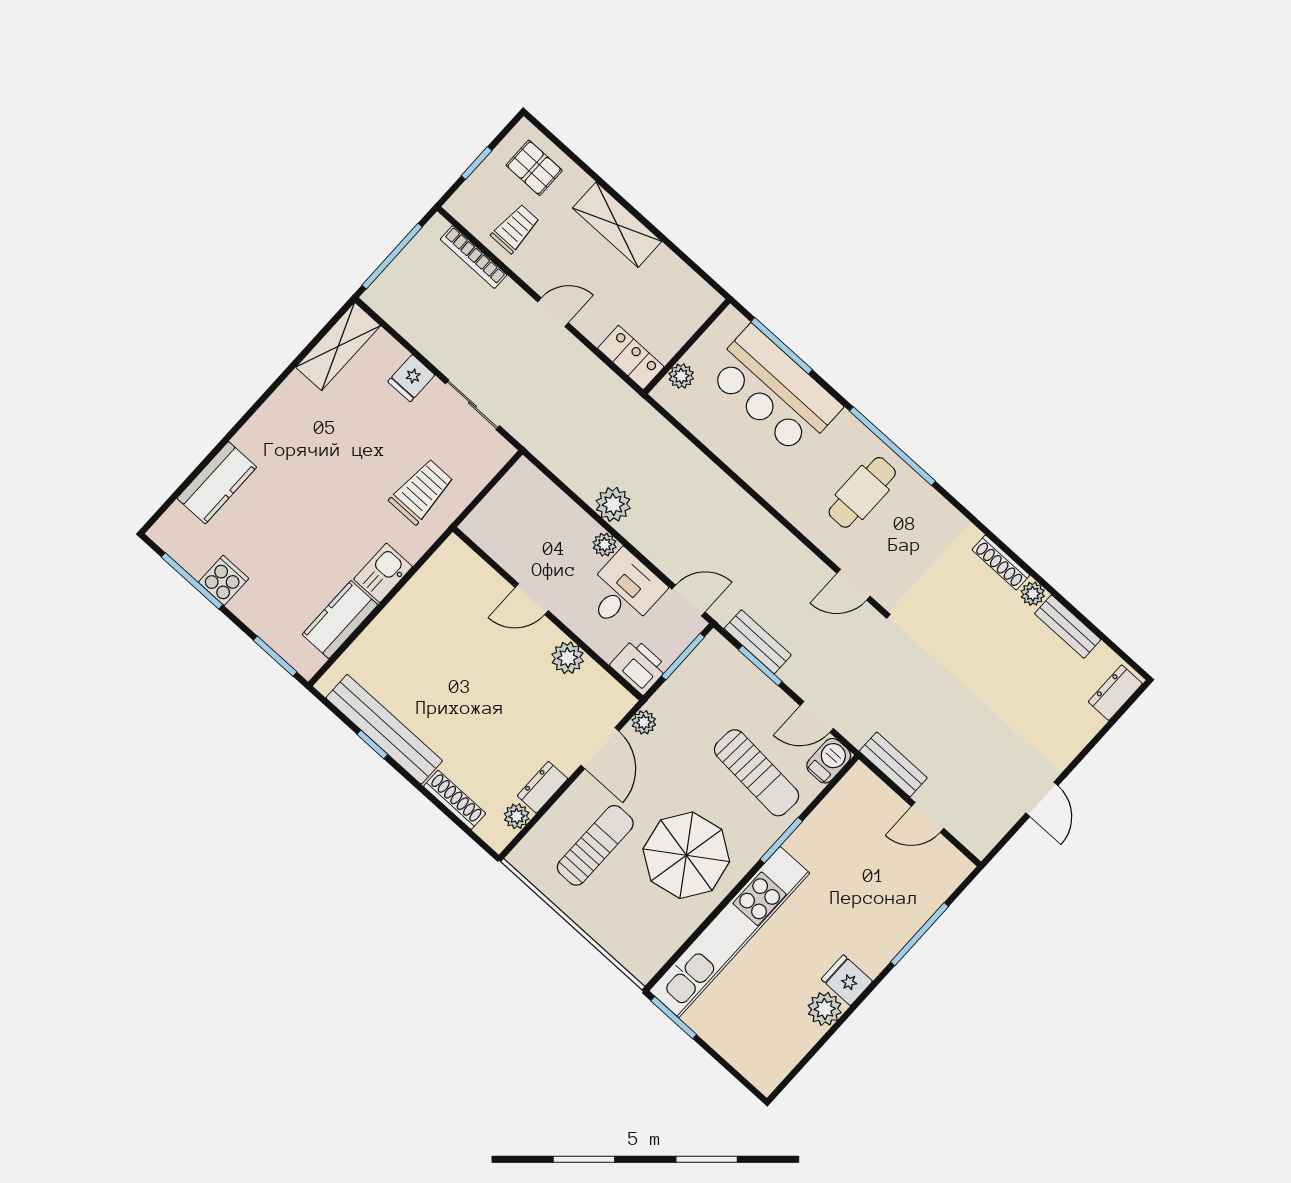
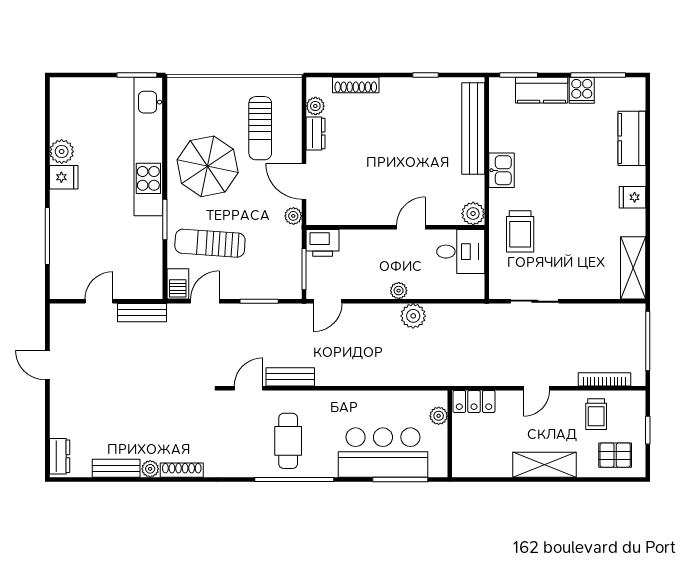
fridge: (411, 378) -> (632, 197), moved, turned -90
desk: (624, 591) -> (461, 252), moved, turned -90
kitchen counter: (340, 620) -> (542, 90), moved, turned 90
bench: (758, 642) -> (290, 377), moved
plant: (568, 658) -> (473, 214), moved
bench: (384, 729) -> (473, 129), moved, turned 90

